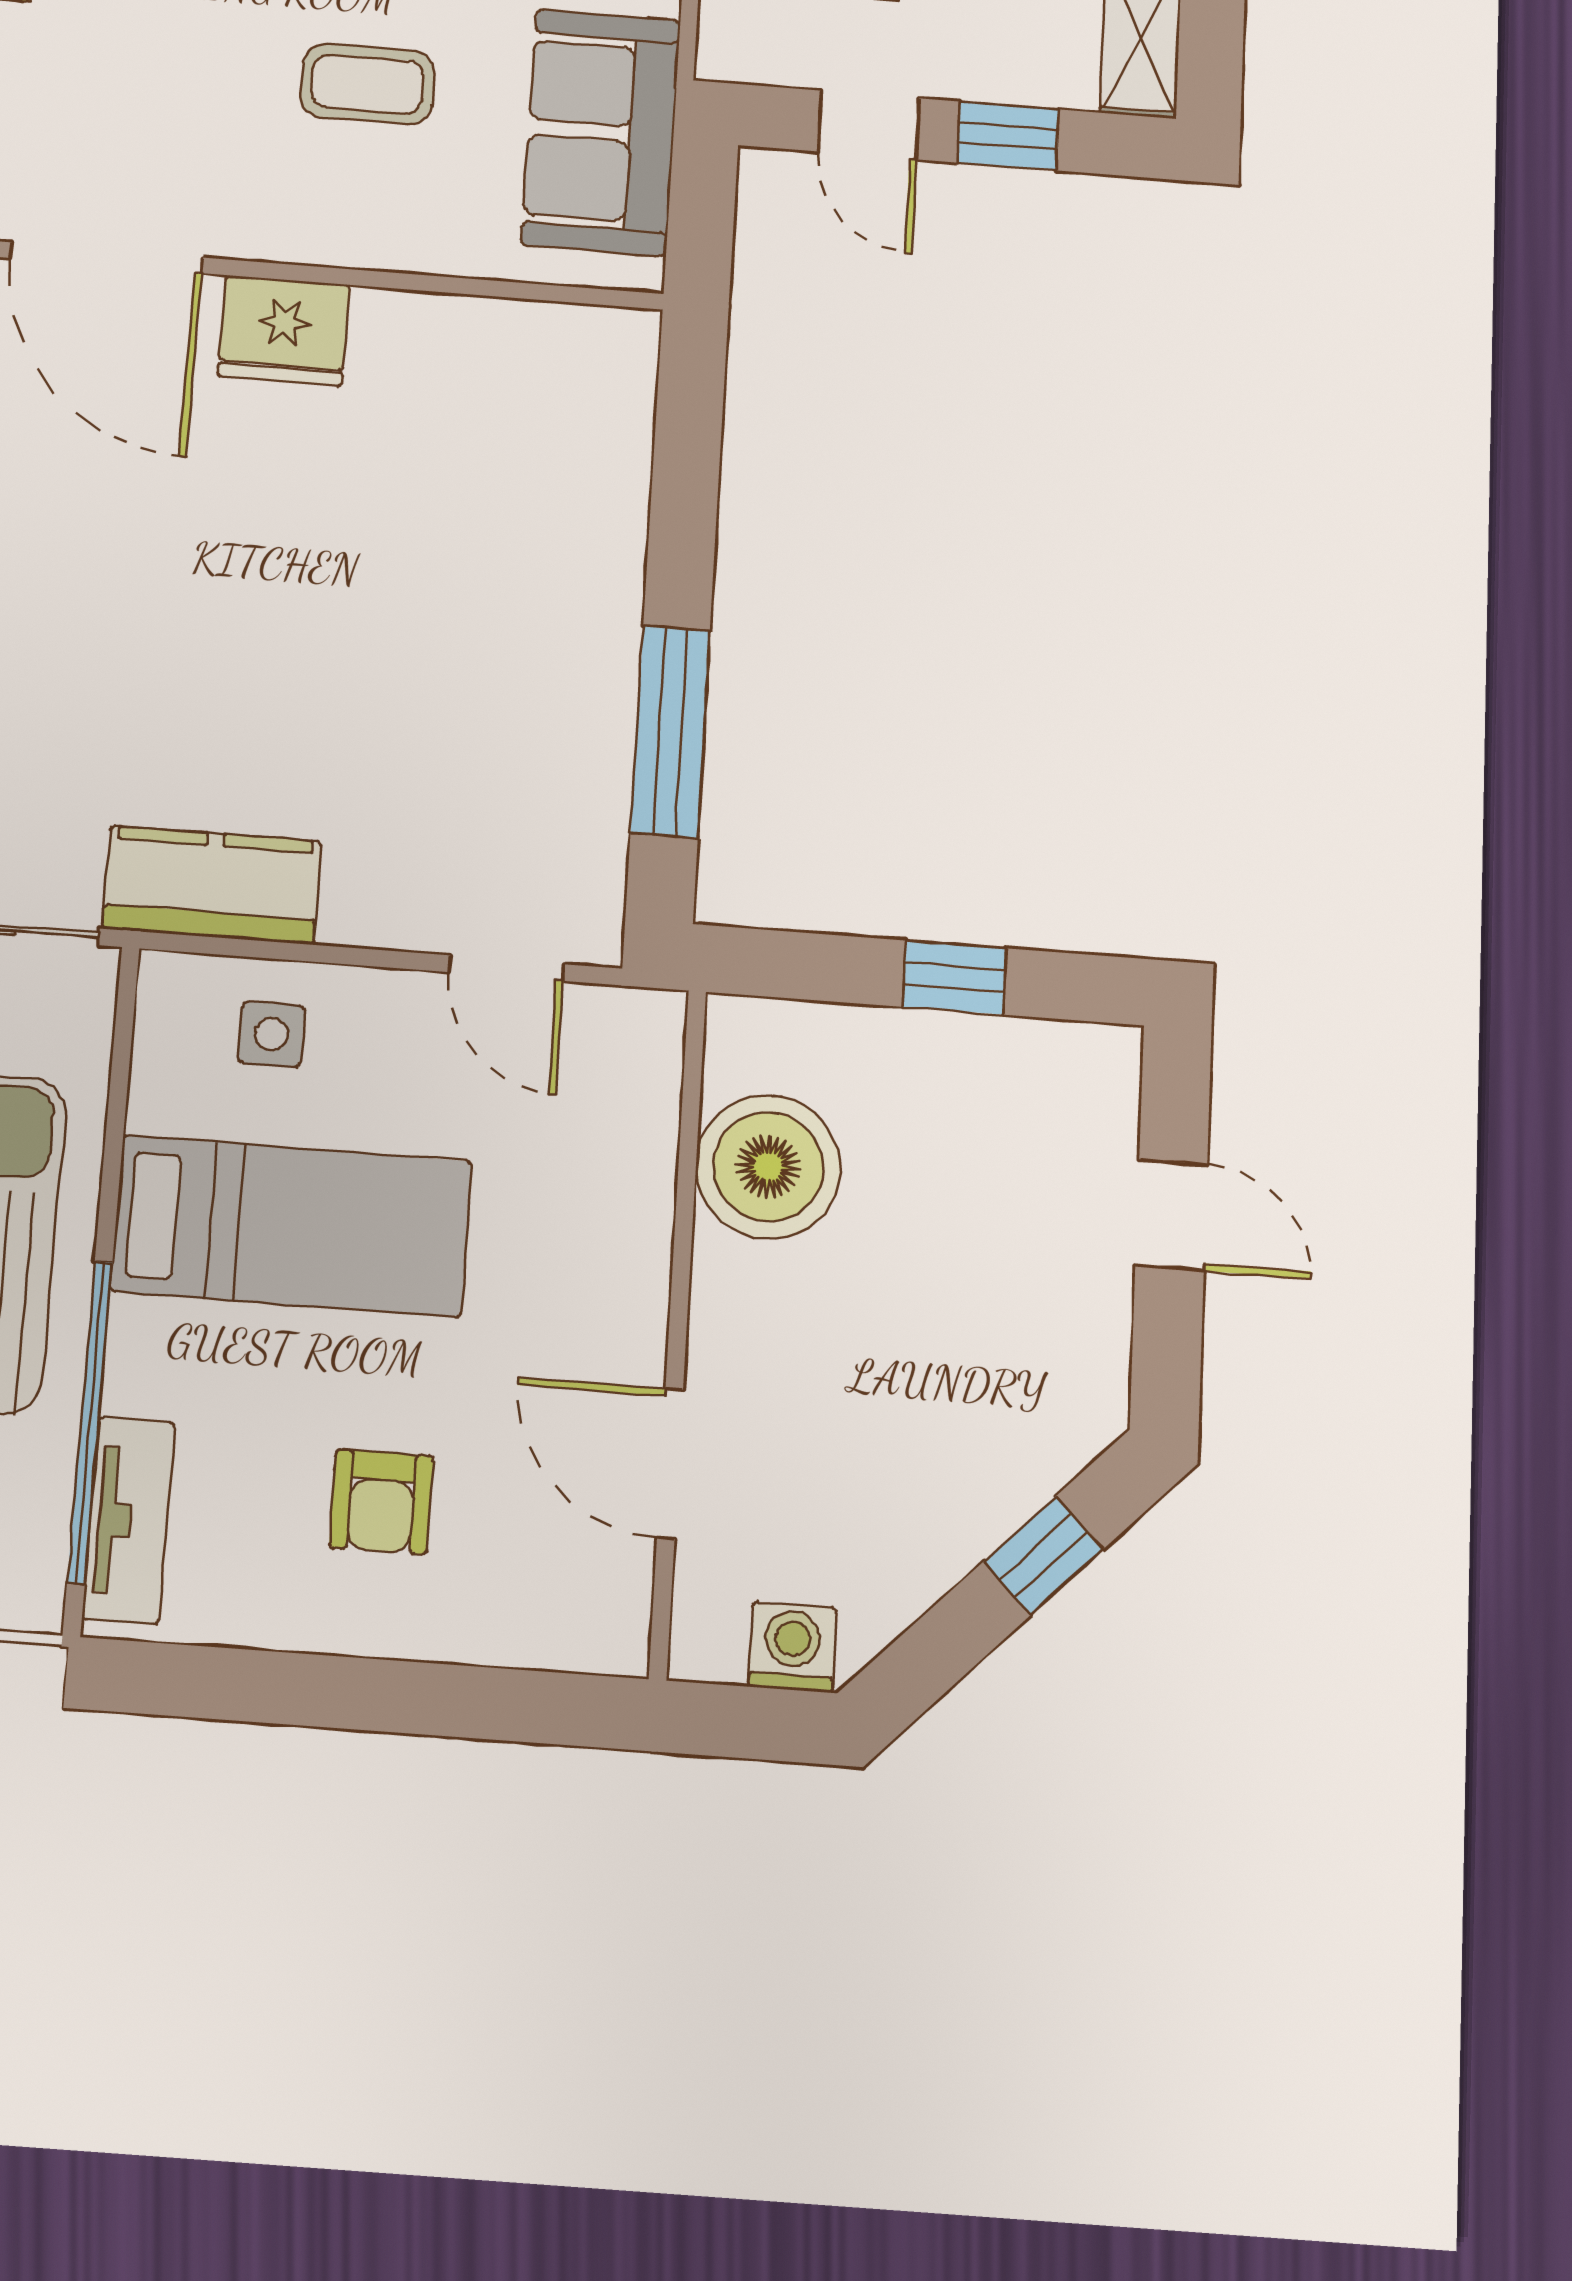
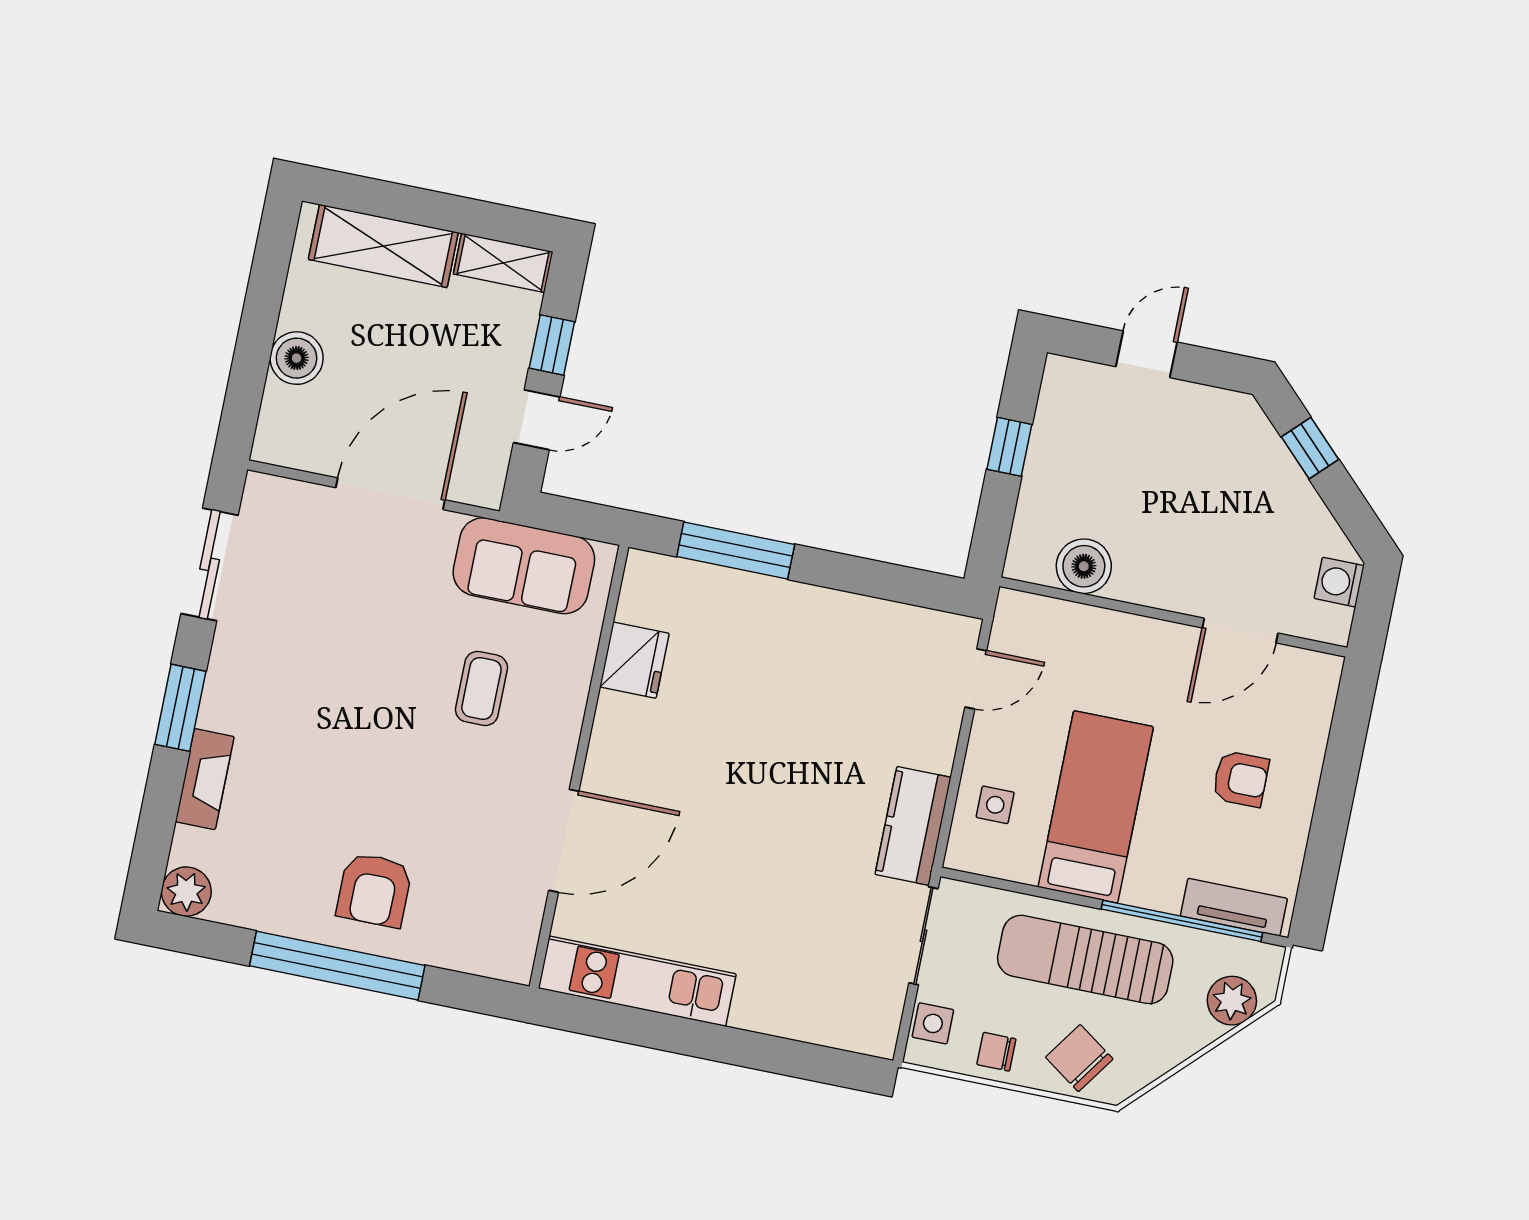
fridge: (284, 331) -> (634, 660), moved
window: (670, 731) -> (736, 550), moved
boiler: (768, 1167) -> (1084, 566), width x0.73, depth x0.73

